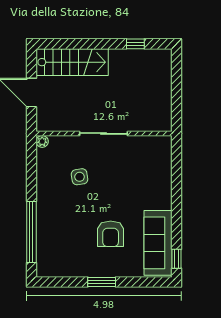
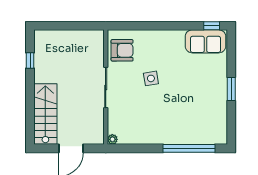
side table: (80, 177) -> (151, 78), moved
armchair: (111, 234) -> (122, 50), moved
sofa: (158, 243) -> (205, 41), width x0.73

